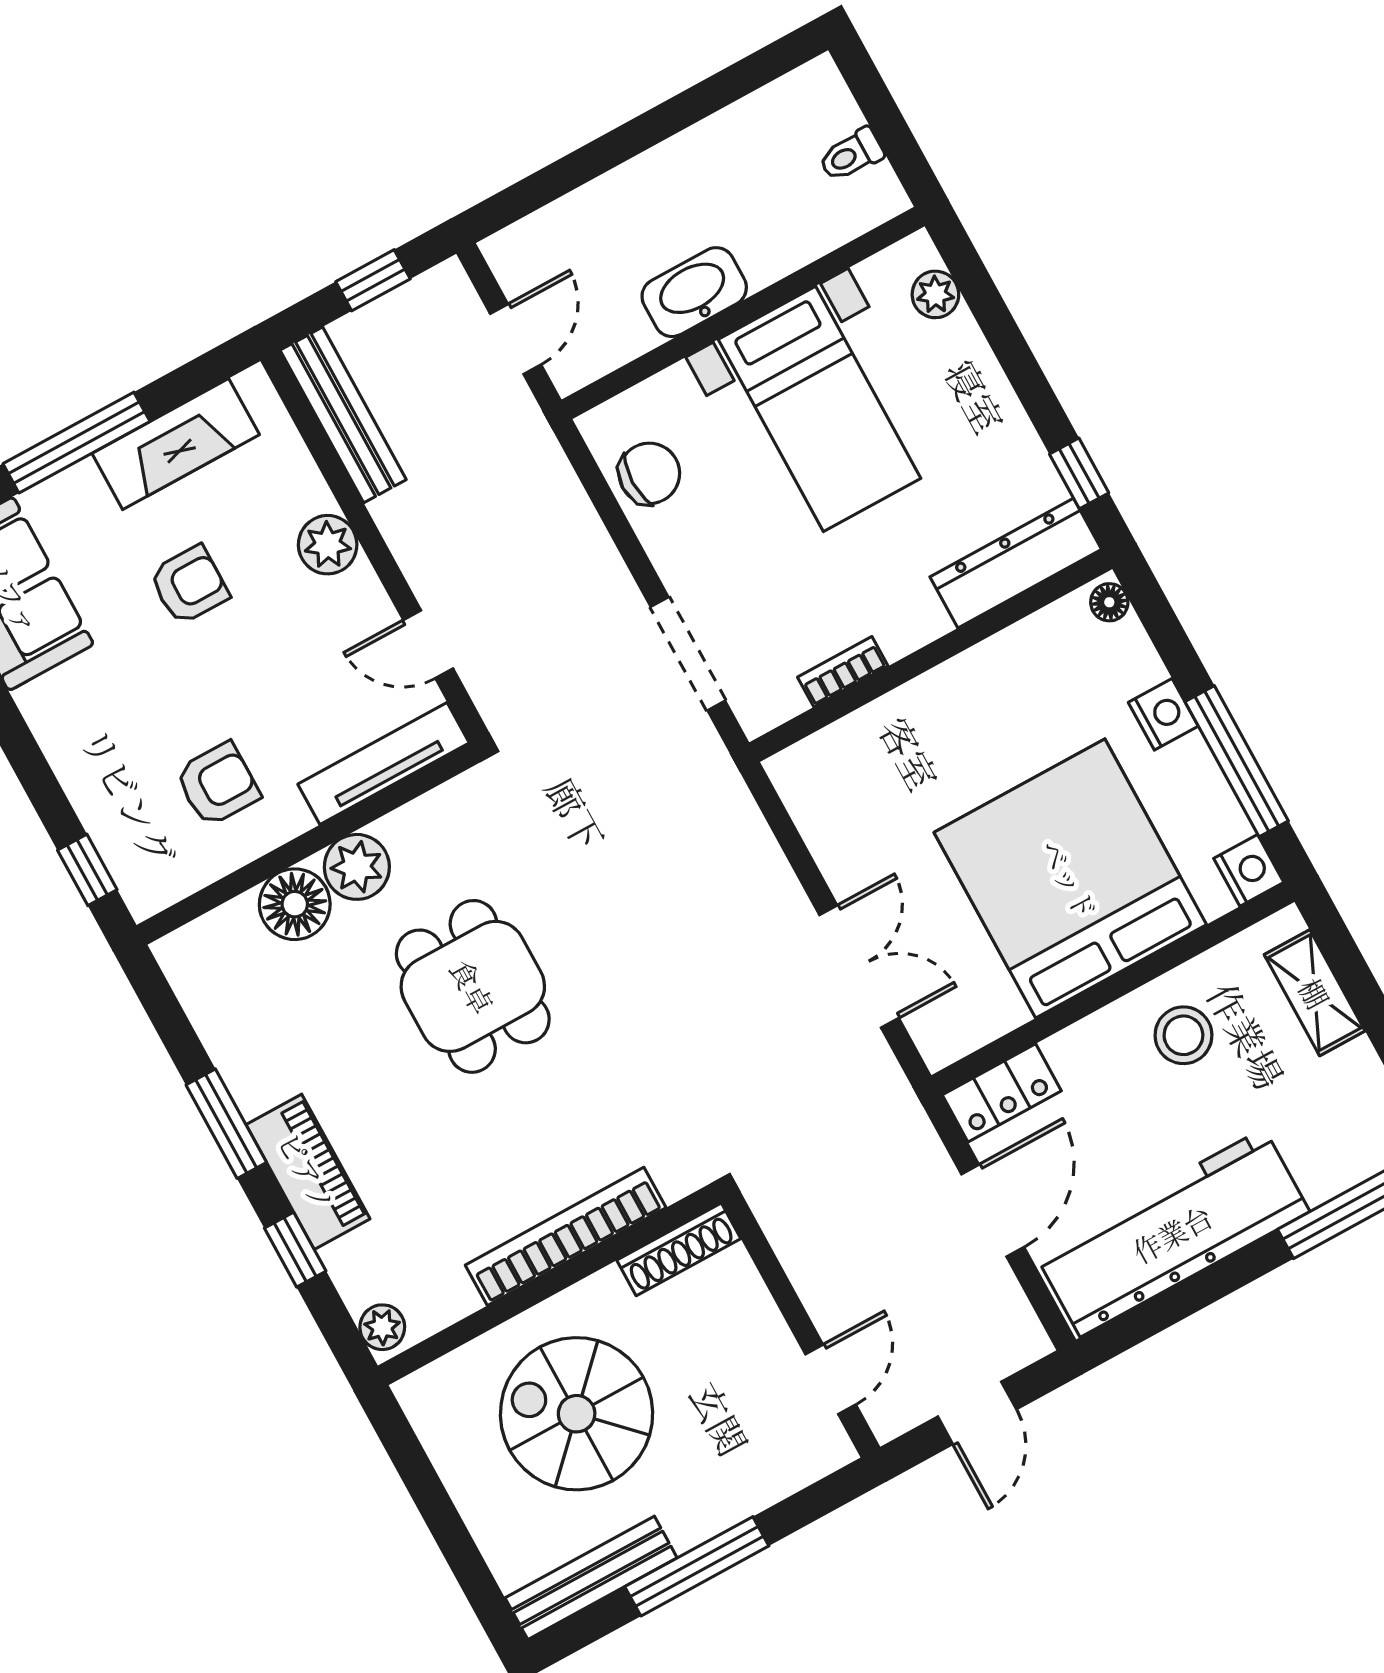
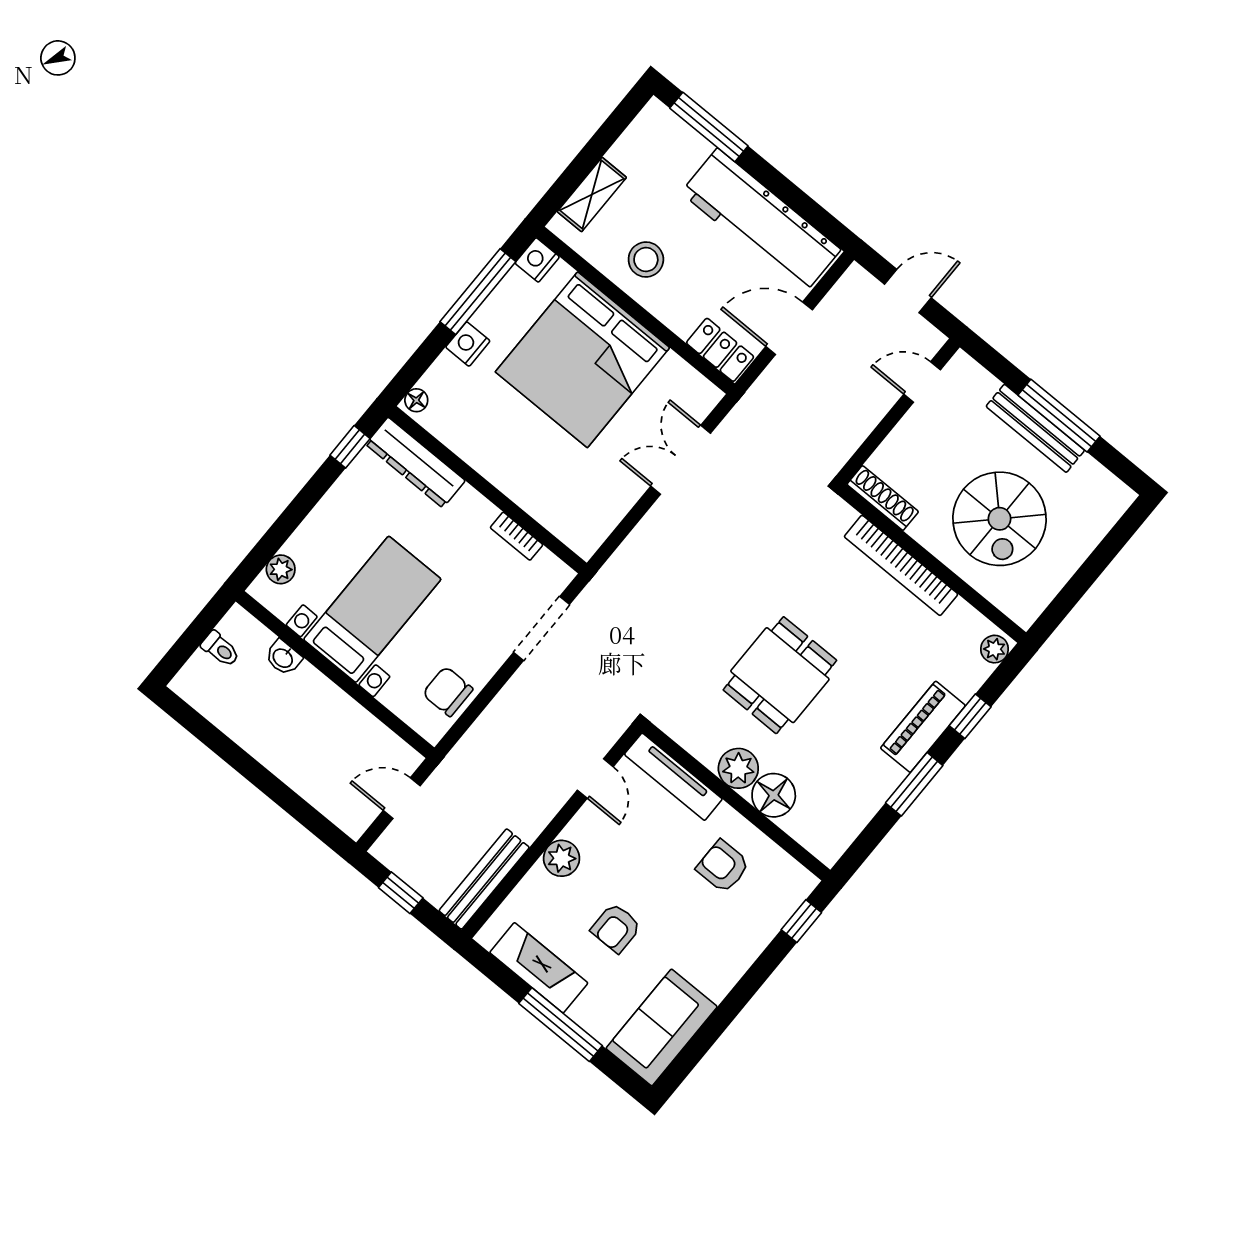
washbasin: (694, 292) -> (283, 658), moved, width x0.52, depth x0.69
armchair: (189, 585) -> (616, 928), turned -90
bench: (591, 1578) -> (1035, 428), moved

